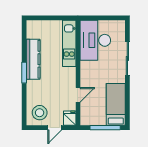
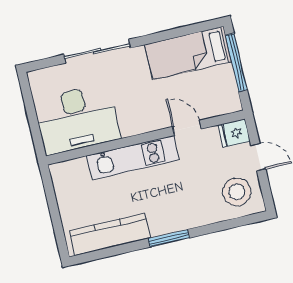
kitchen unit: (69, 43) -> (133, 158), moved
kitchen counter: (33, 59) -> (110, 234), moved

